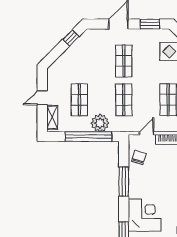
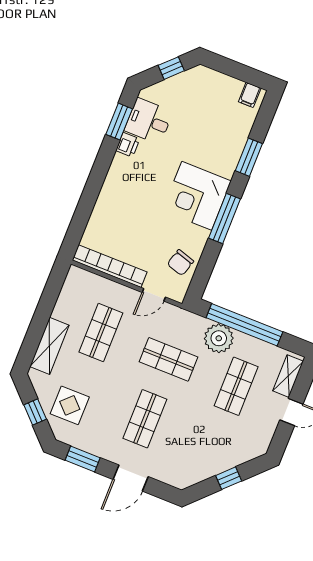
window: (71, 38) -> (229, 478), moved
shop shelf: (124, 100) -> (168, 359), turned 90
window: (124, 182) -> (224, 219), moved
corner desk: (145, 215) -> (197, 196), moved

